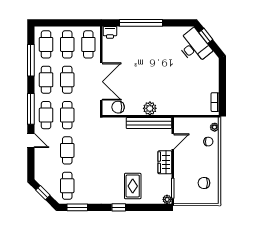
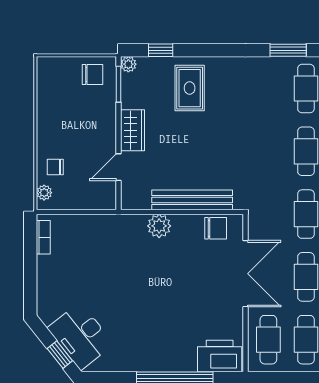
printer: (110, 32) -> (220, 356), width x1.87, depth x1.48
double door: (101, 82) -> (246, 274), swing flipped
bench: (149, 123) -> (192, 200), moved
chair: (204, 183) -> (92, 75), moved
window: (119, 207) -> (161, 50), moved

